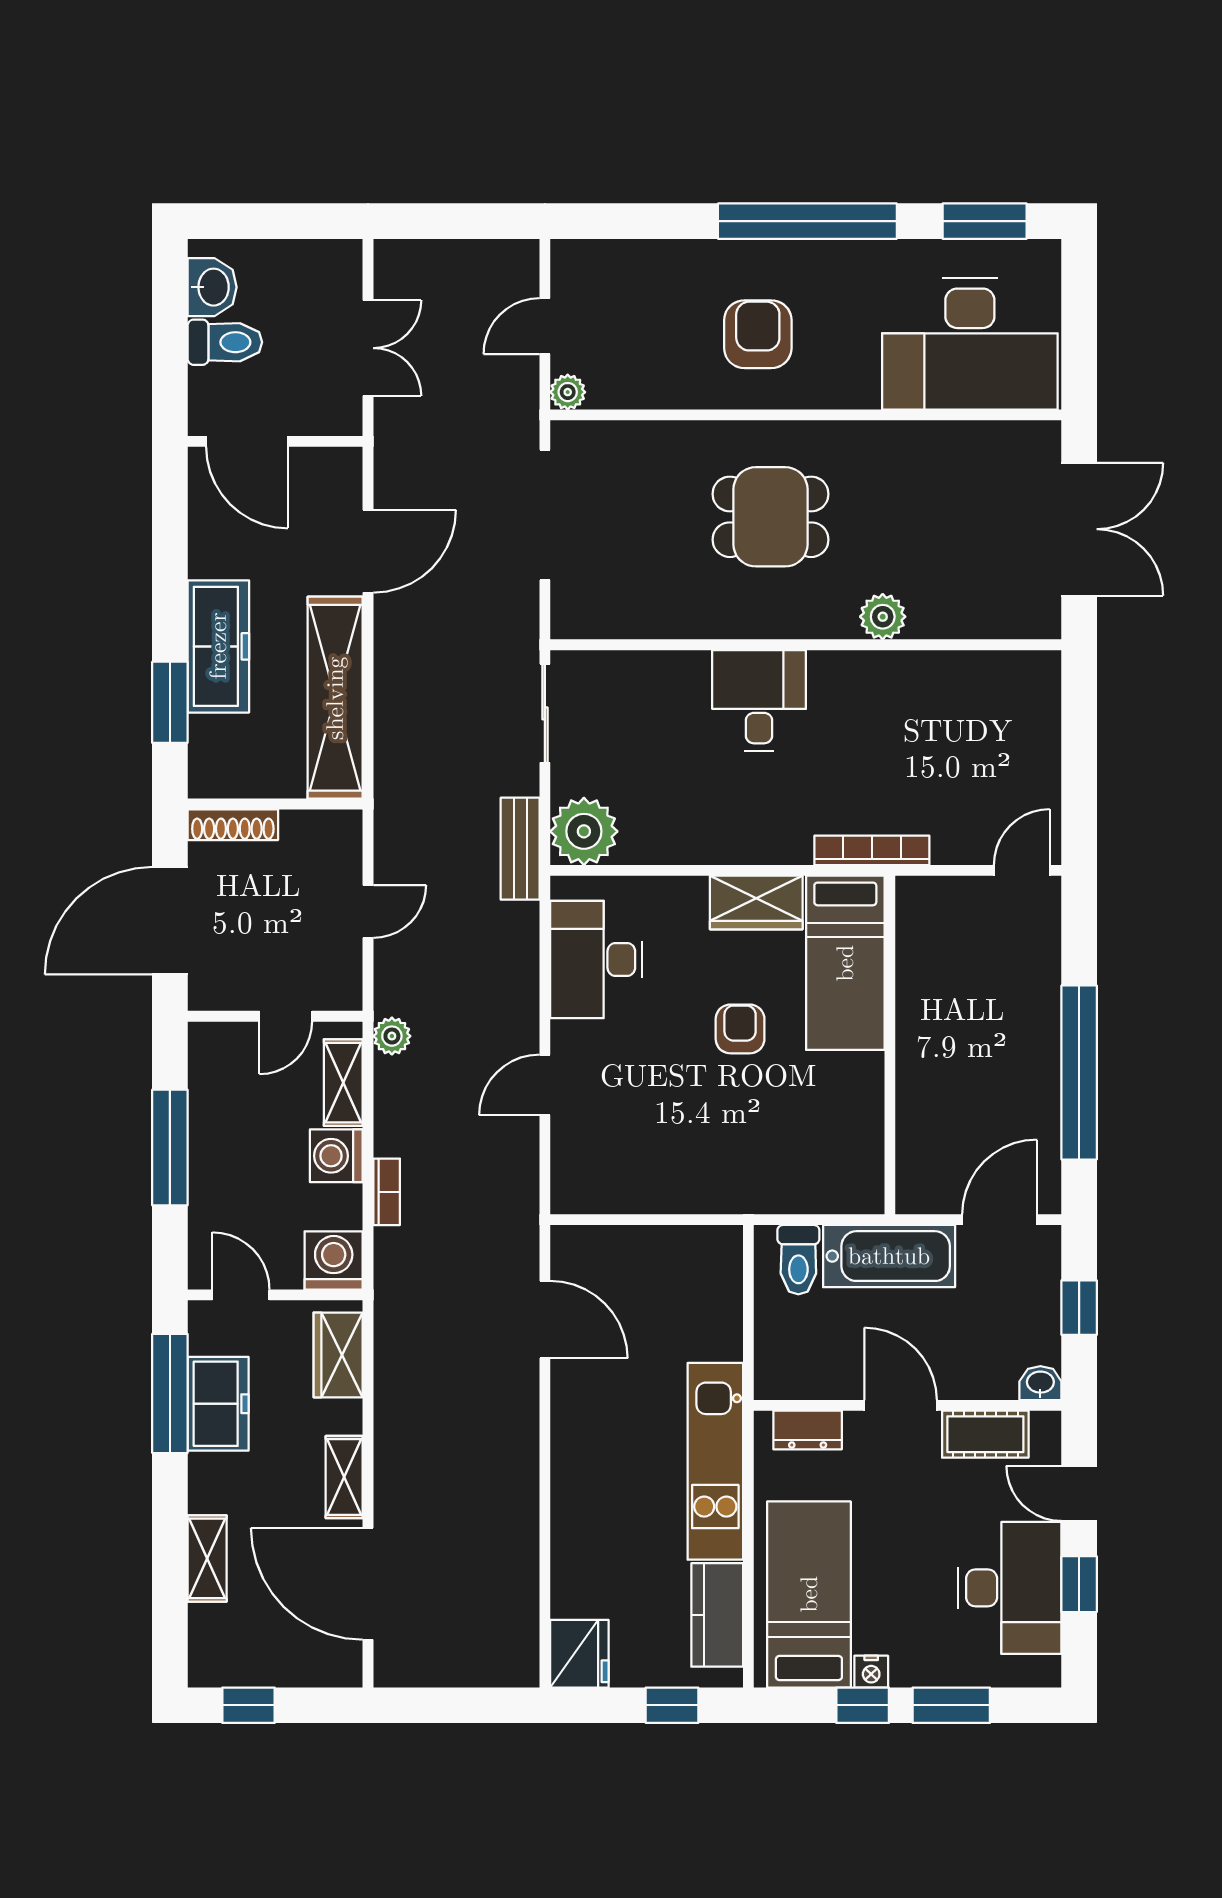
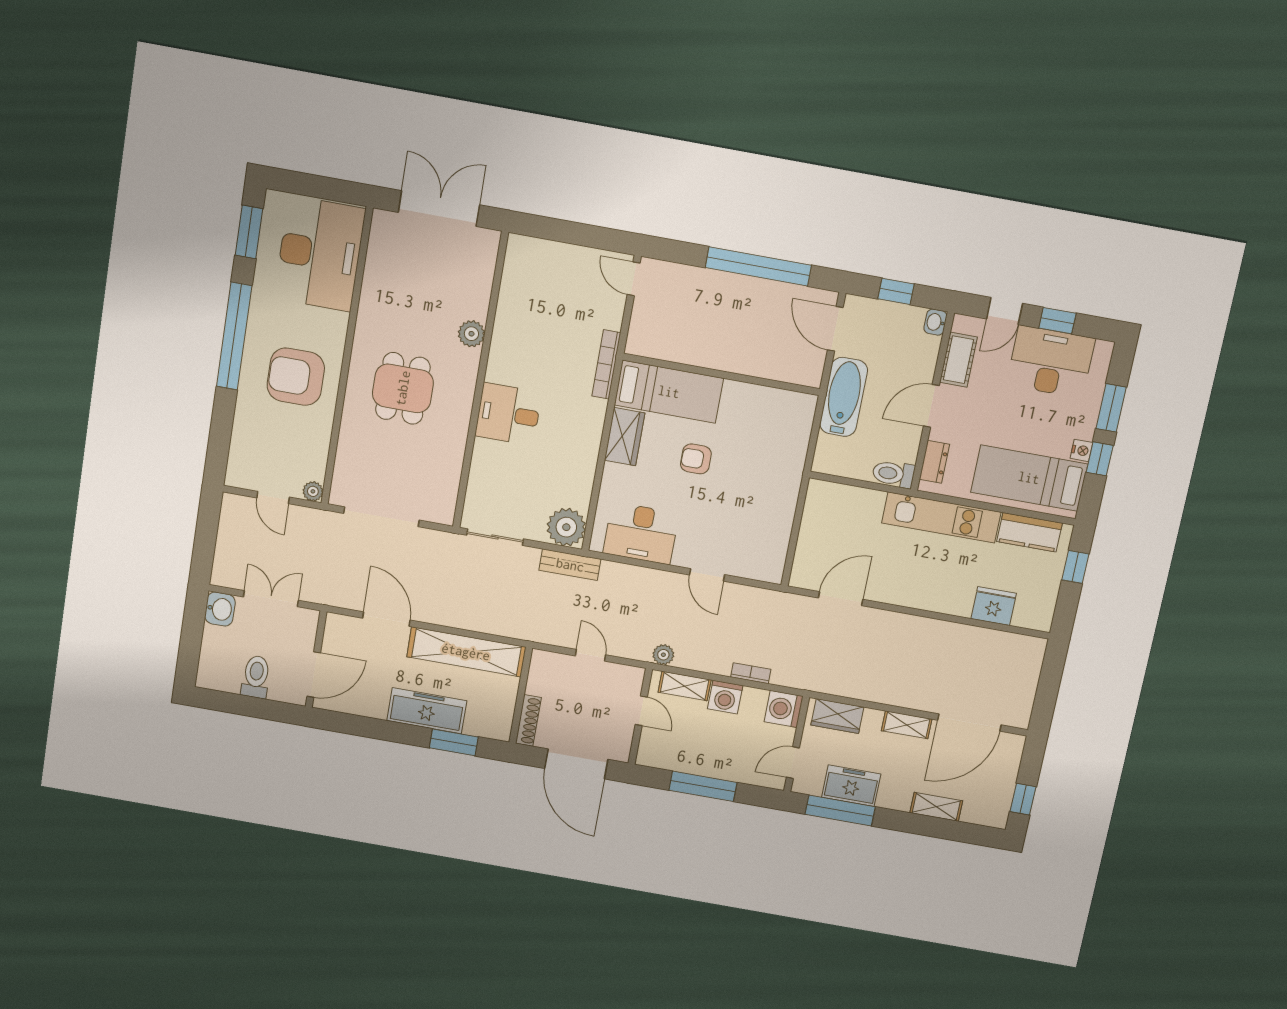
washbasin: (212, 287) -> (220, 609), moved, turned 90
armchair: (758, 334) -> (296, 377), width x1.36, depth x1.36
toilet: (798, 1260) -> (893, 474), moved, turned 180
fridge: (579, 1654) -> (994, 606), moved

